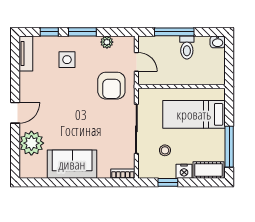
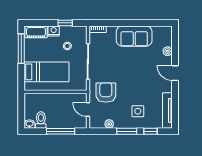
toilet: (187, 47) -> (41, 120), moved
tv unit: (26, 53) -> (167, 110), width x1.41
door: (15, 113) -> (175, 73), hinge flipped
plant: (31, 143) -> (168, 51), width x0.53, depth x0.53

